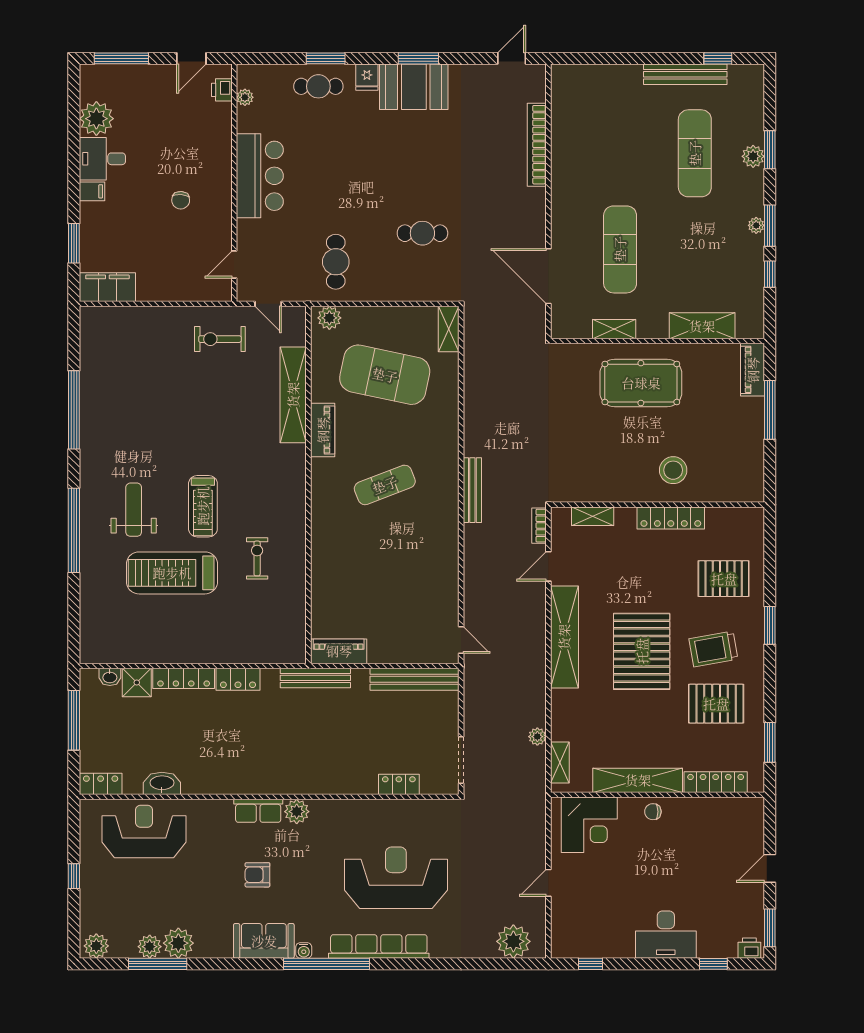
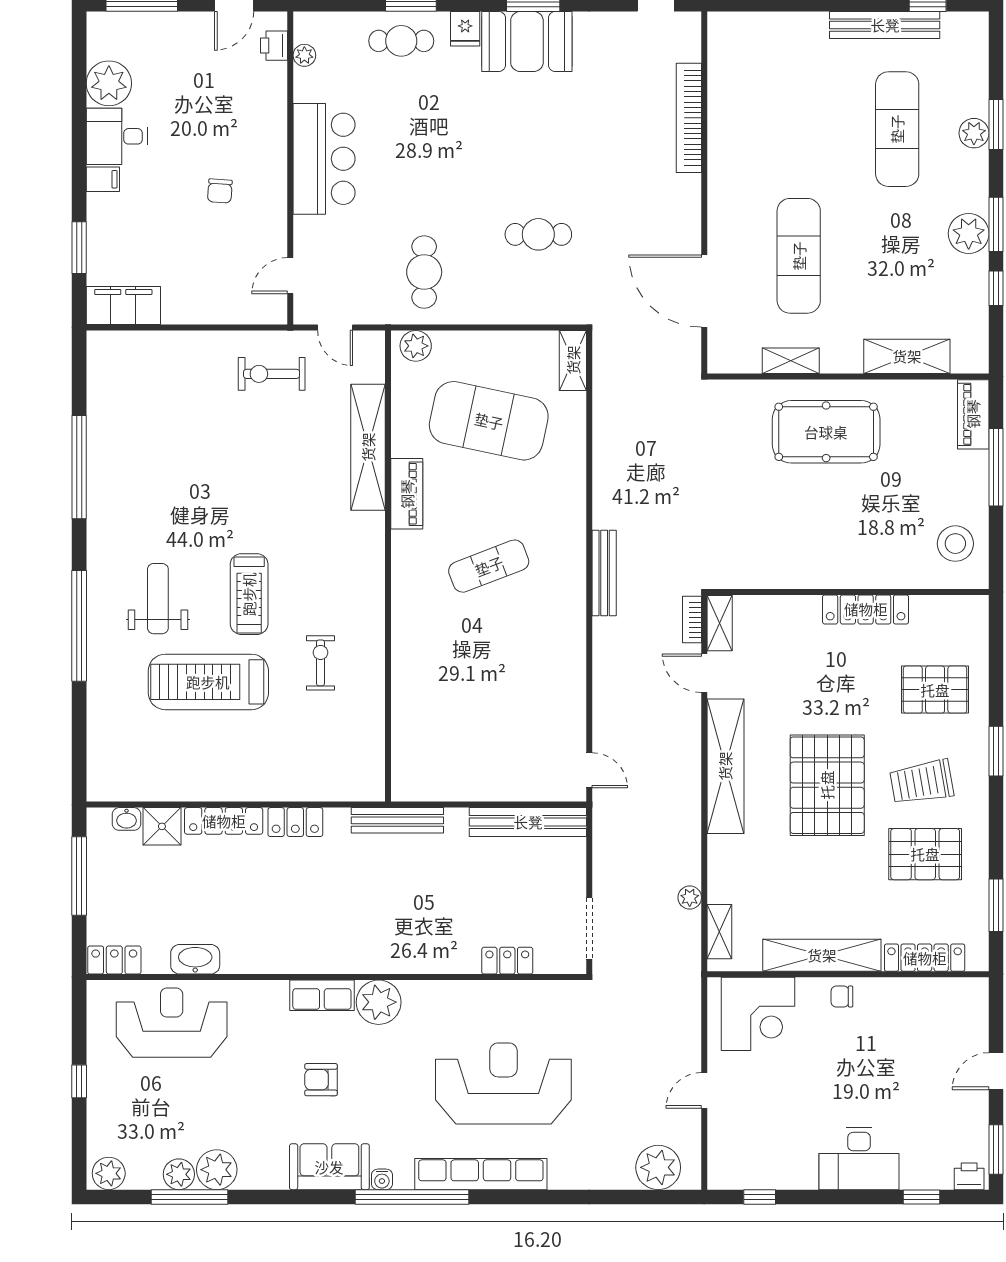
plant: (756, 225) -> (969, 233), width x1.88, depth x1.88
stool: (673, 470) -> (955, 544), moved
shelving: (593, 516) -> (720, 623), moved, turned 90
door: (548, 566) -> (704, 673), hinge flipped
piano: (339, 651) -> (428, 785), removed
plant: (297, 812) -> (379, 1002), width x1.36, depth x1.36

